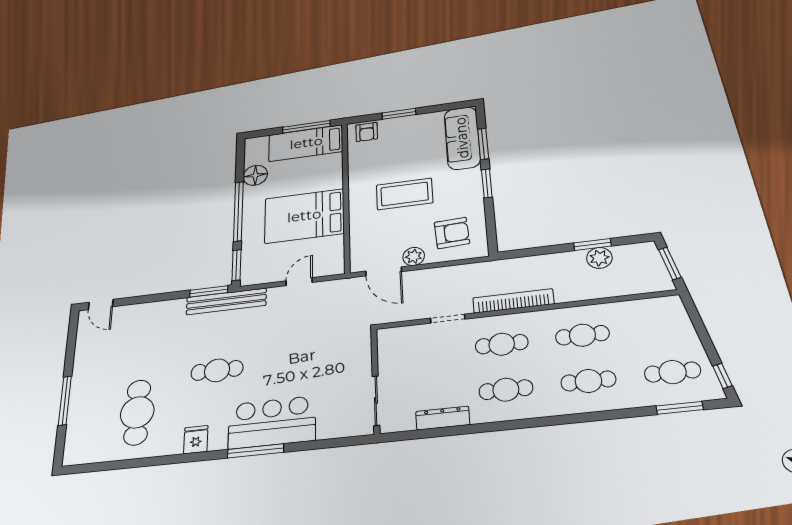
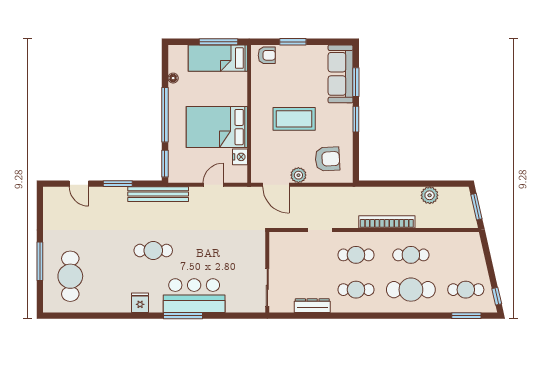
armchair: (367, 132) -> (267, 55), turned -90
floor lamp: (255, 175) -> (173, 78), width x0.53, depth x0.53
window: (592, 244) -> (426, 184), removed
nightstand: (335, 245) -> (240, 157), added
window: (209, 291) -> (118, 184), moved
bookcase: (513, 301) -> (387, 222), moved
door: (101, 305) -> (79, 184), moved
cafe table: (588, 381) -> (411, 290), width x1.37, depth x1.35
cafe table: (137, 412) -> (70, 276), moved

